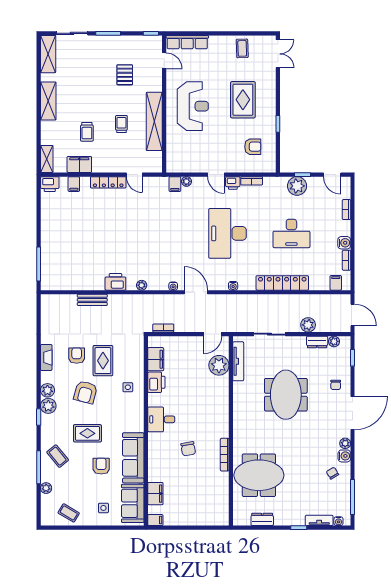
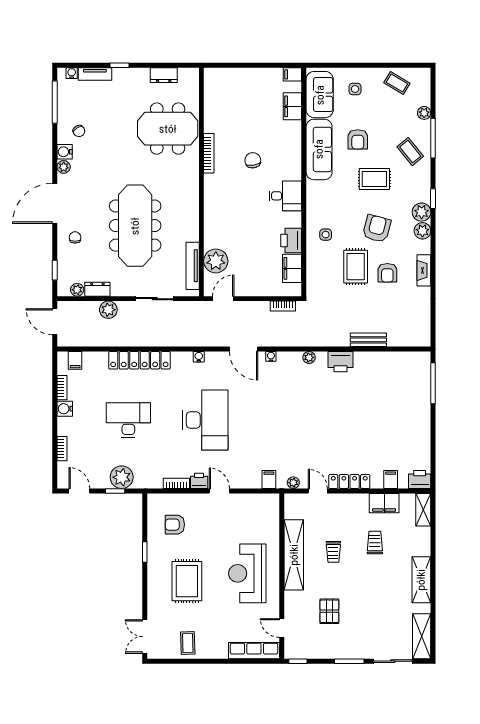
plant: (186, 181) -> (293, 483), moved
meeting table: (286, 395) -> (135, 226), width x1.36

